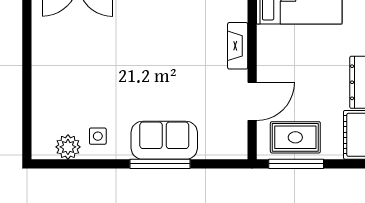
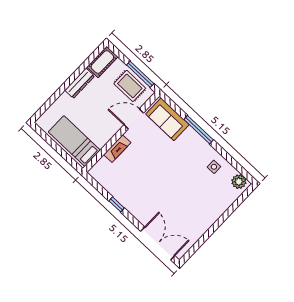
sofa: (164, 140) -> (167, 119), moved
plant: (68, 147) -> (239, 182), moved

